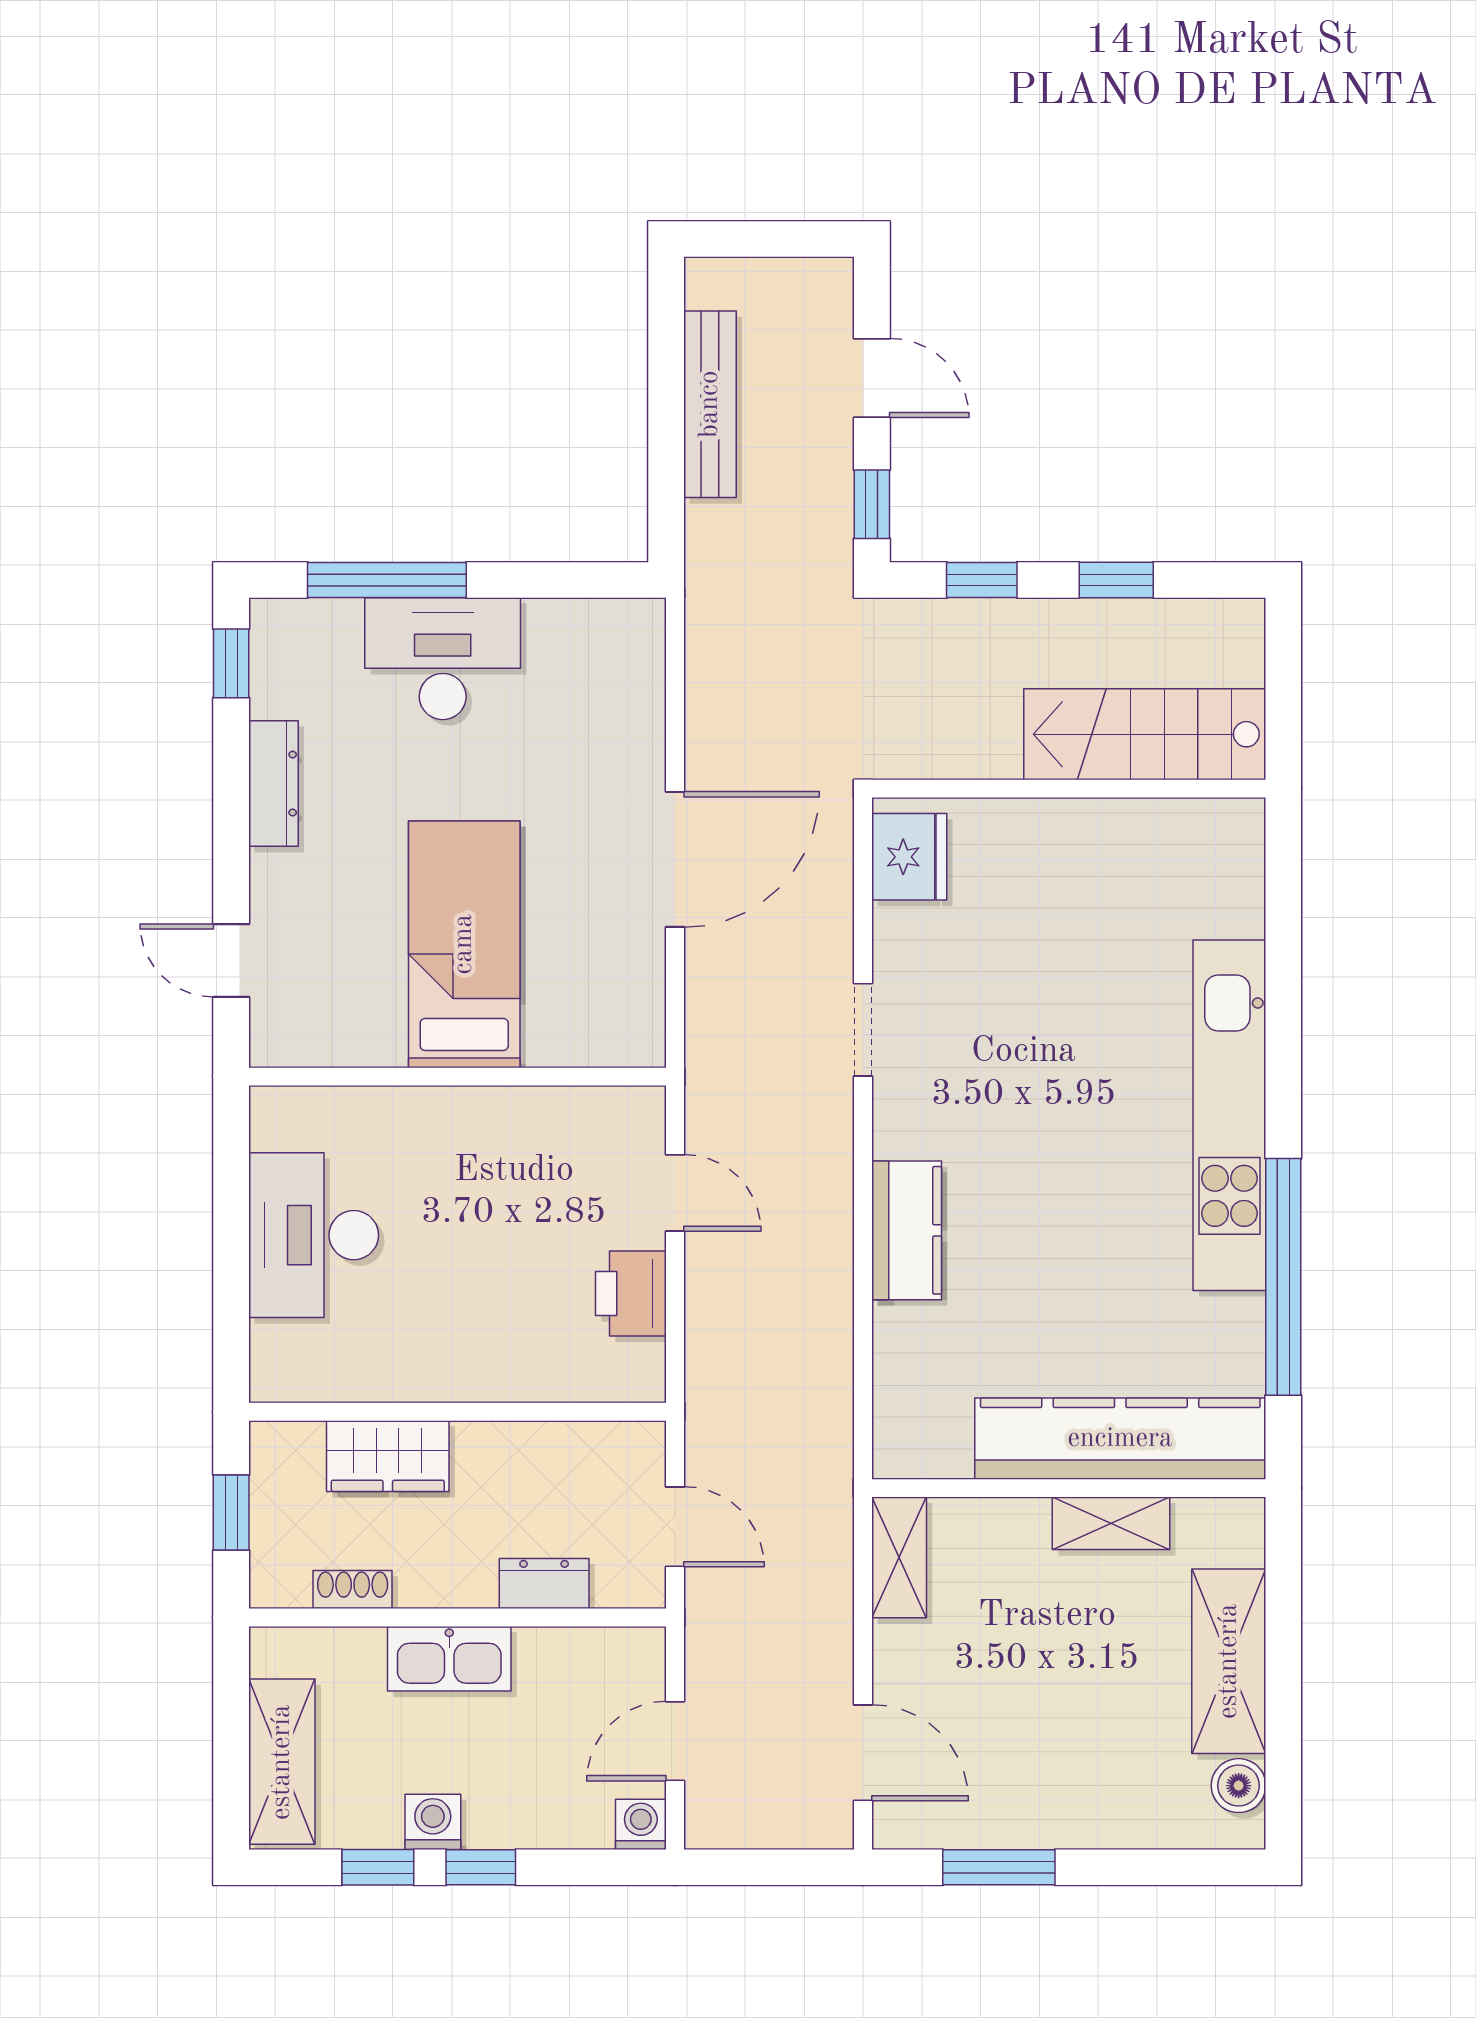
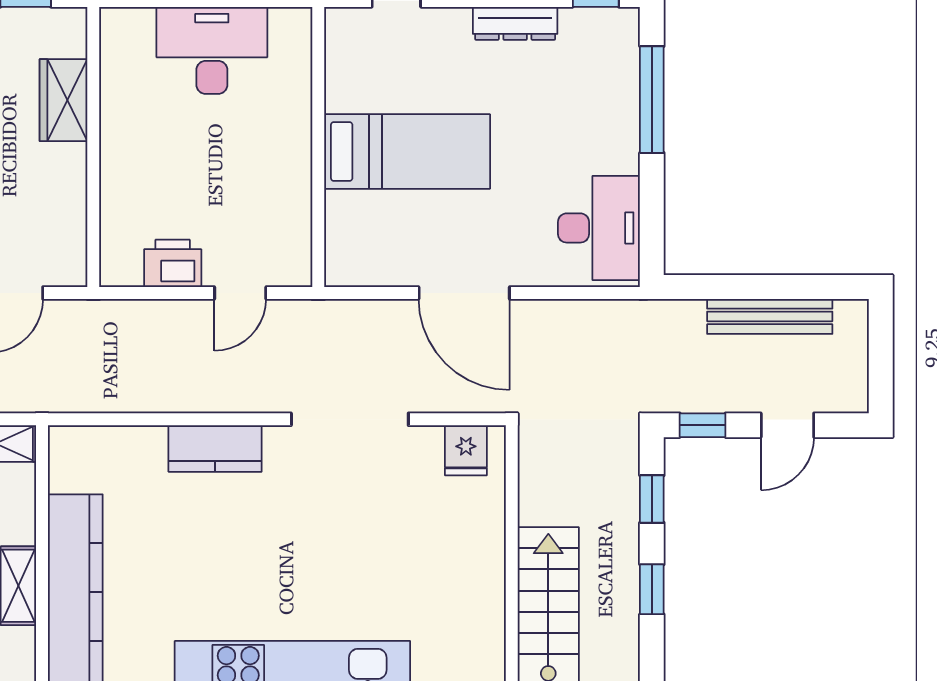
desk: (443, 659) -> (599, 228), moved
fridge: (909, 857) -> (466, 450), width x0.72
doorway: (863, 1030) -> (350, 419), width x1.87

